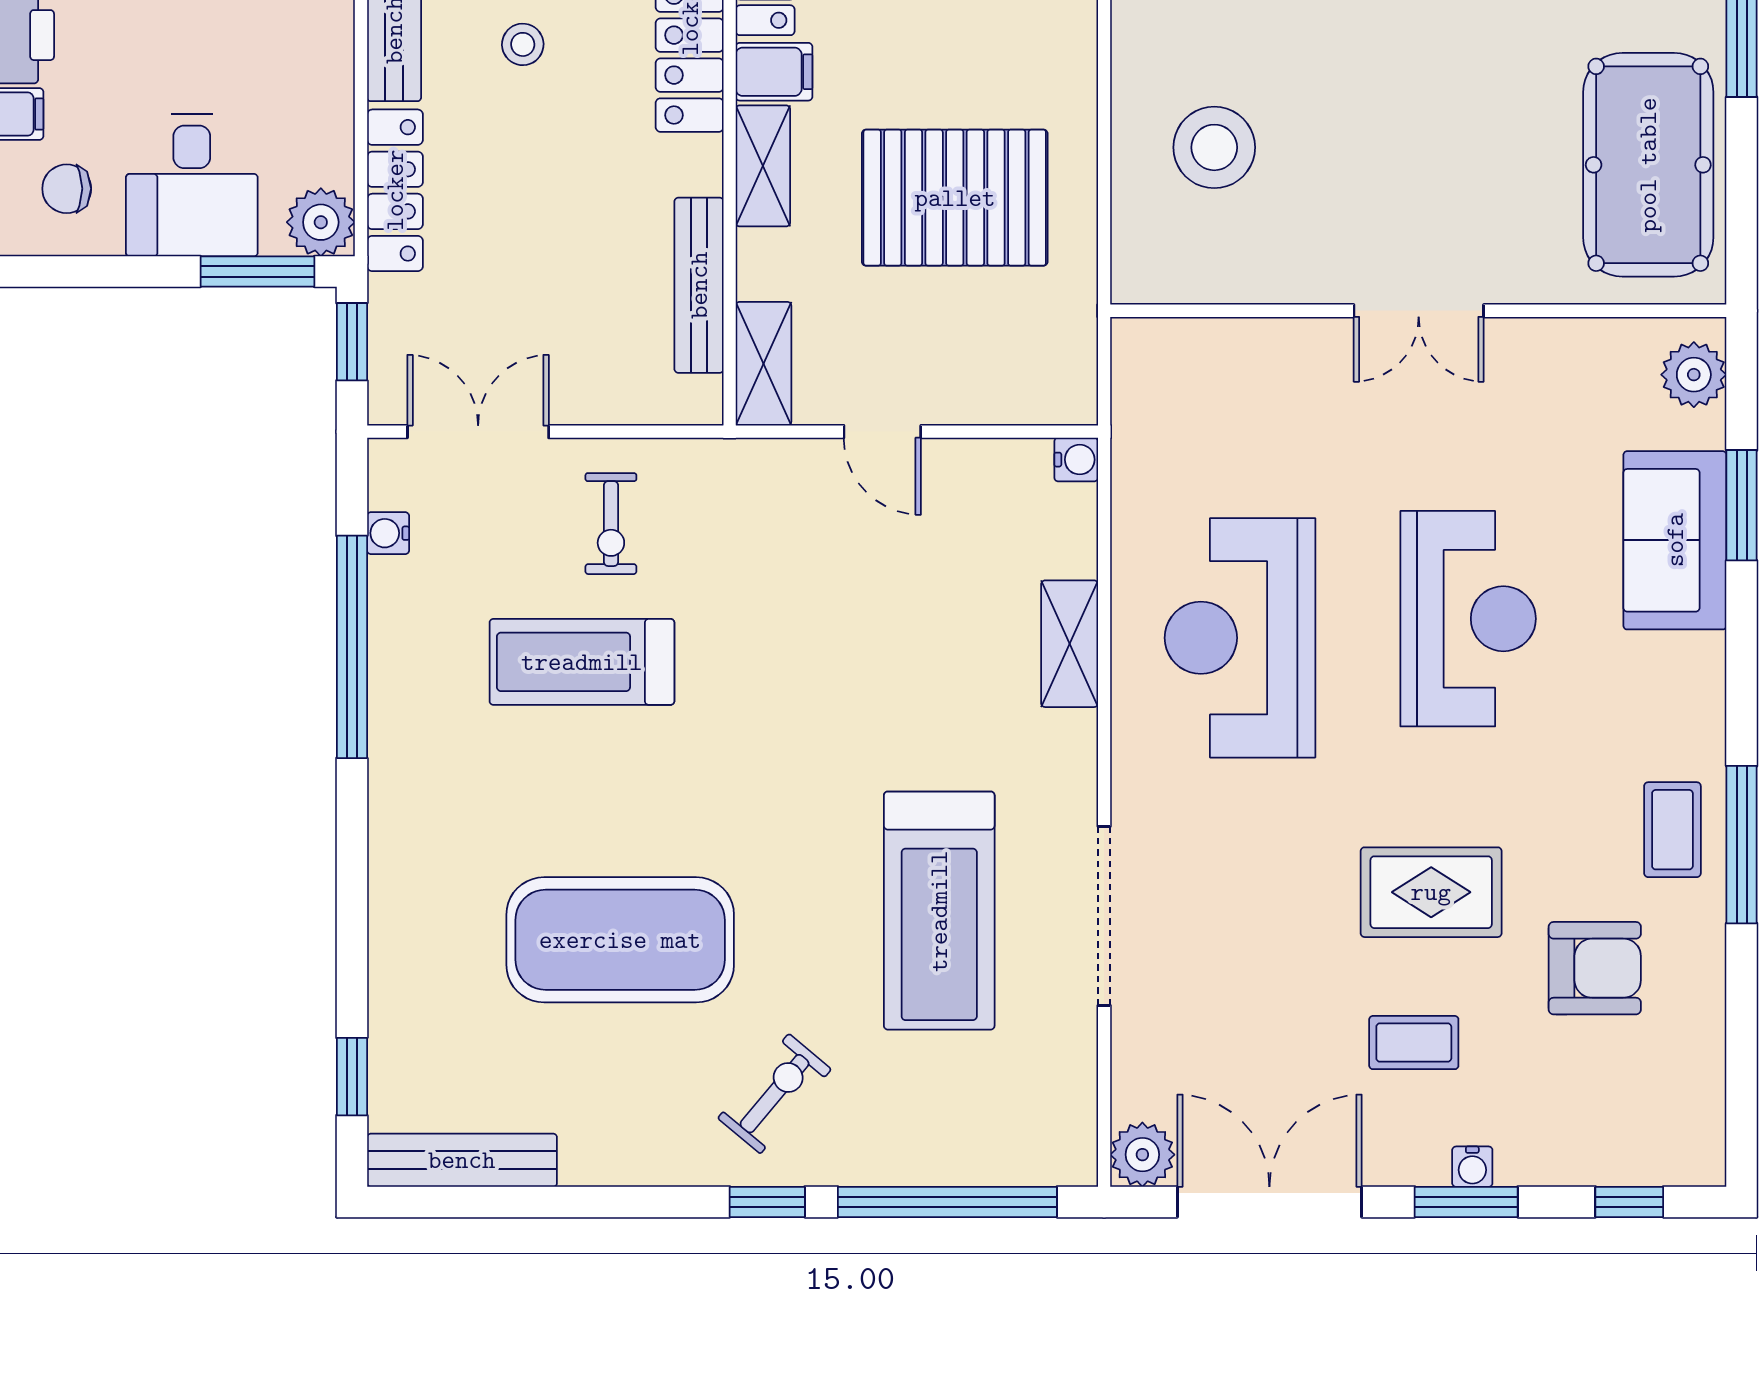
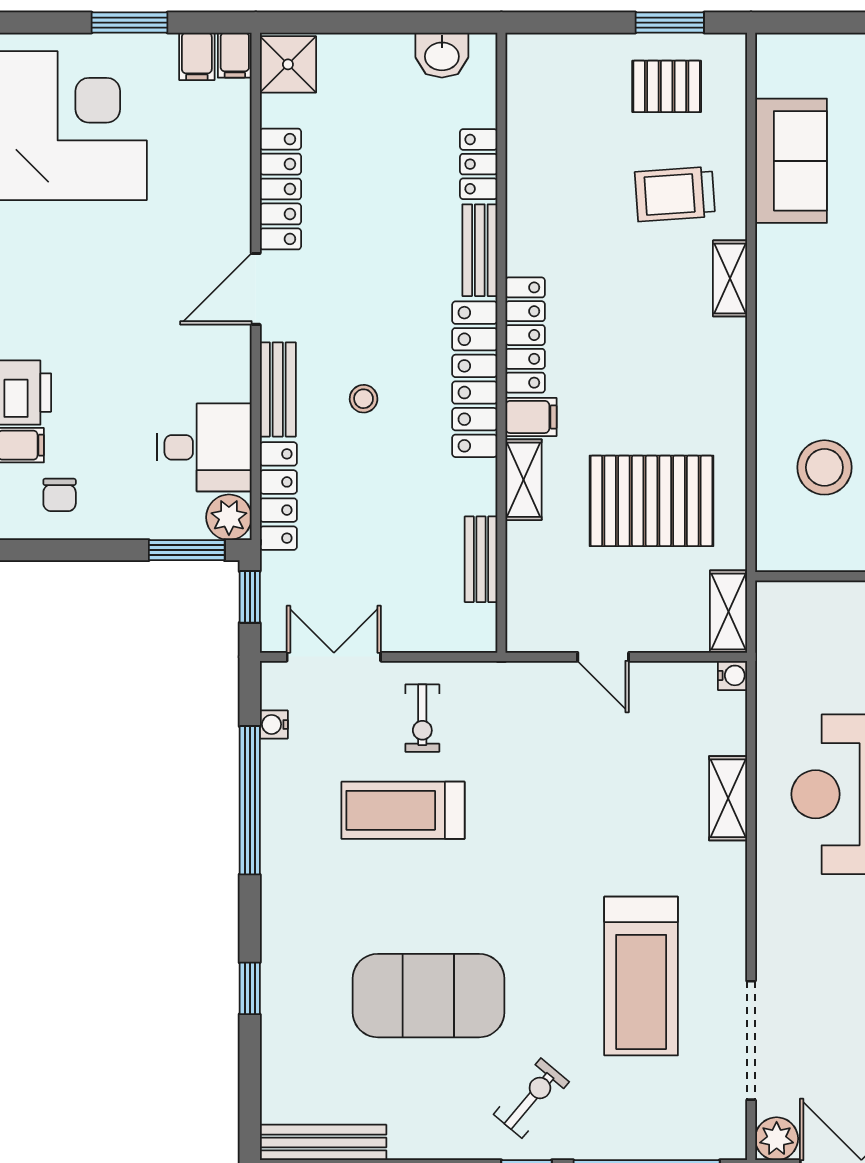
desk: (192, 185) -> (204, 447), moved, turned -90
chair: (67, 189) -> (60, 495), turned -90
bench: (699, 285) -> (481, 559), width x0.73
shelving: (763, 364) -> (728, 612), moved
doorway: (1104, 916) -> (751, 1040), moved
window: (352, 1077) -> (250, 988), moved

